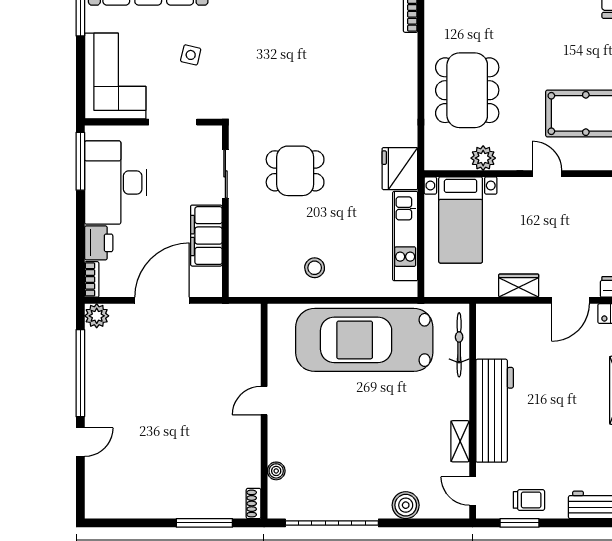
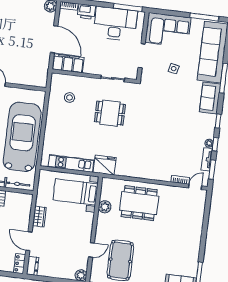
dining table: (295, 171) -> (110, 113), turned 90
door: (547, 174) -> (91, 250), moved
filing cabinet: (206, 236) -> (68, 63), moved
stool: (315, 268) -> (69, 97), moved

